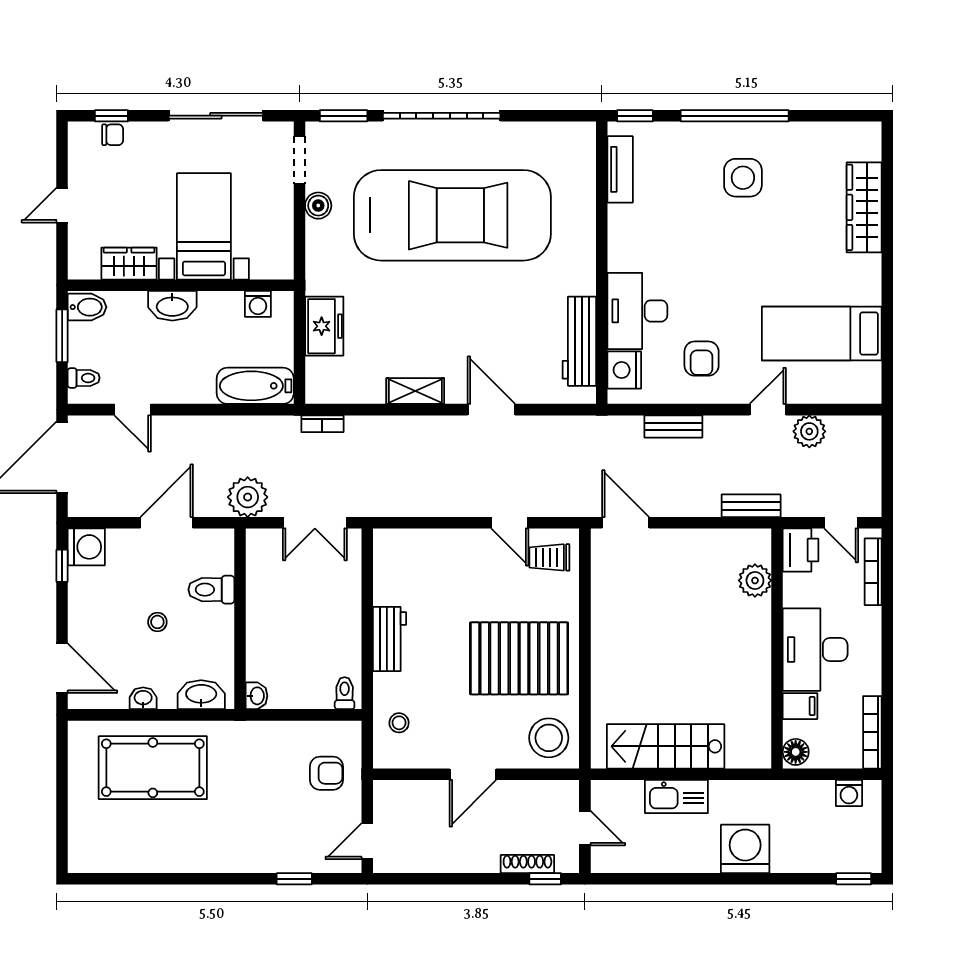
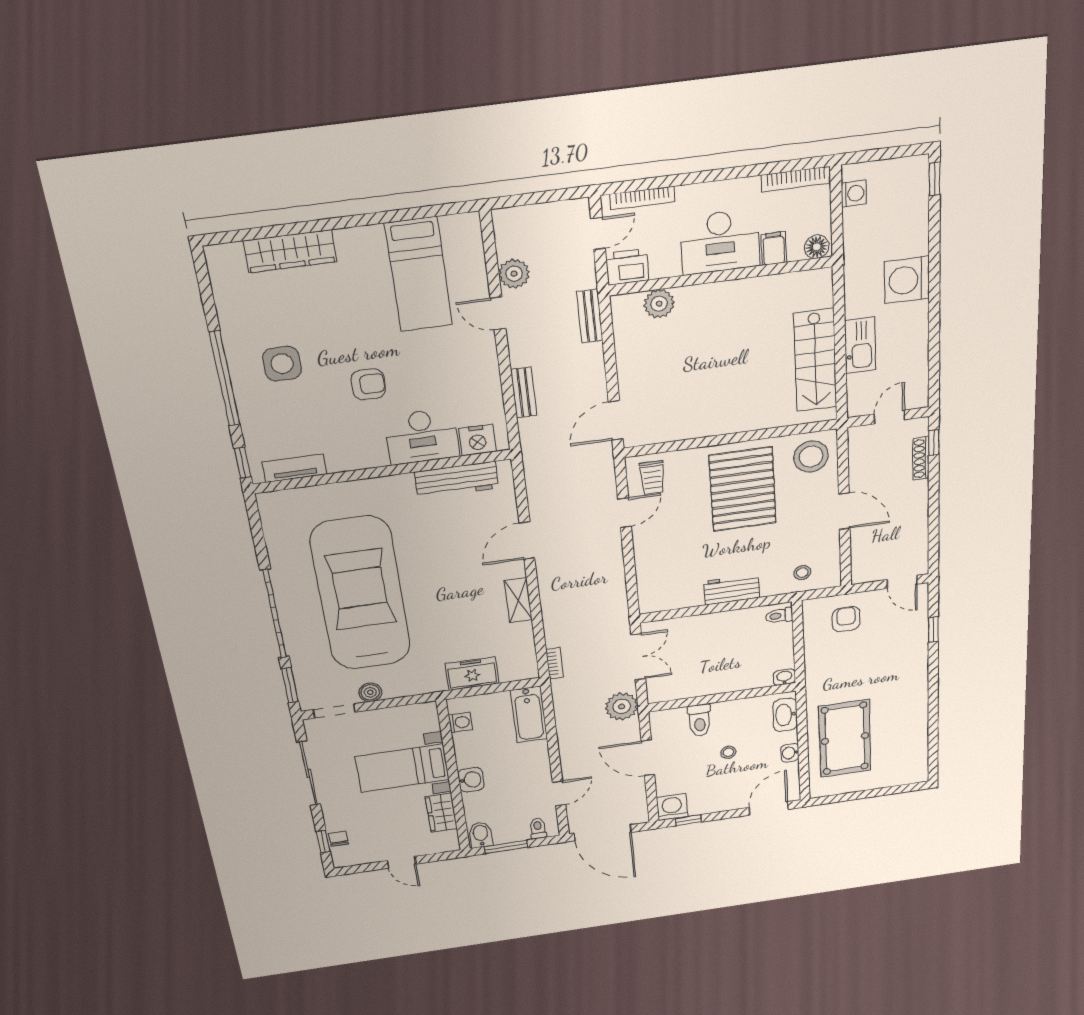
washbasin: (172, 306) -> (471, 780), width x0.72
armchair: (702, 359) -> (368, 384), moved

